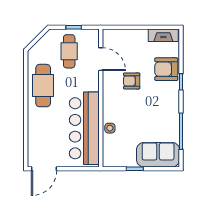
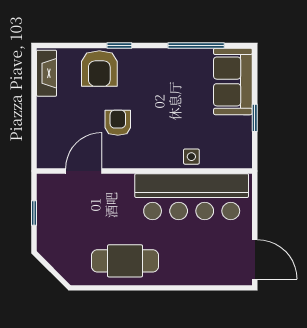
cafe table: (69, 51) -> (71, 220), removed
armchair: (132, 81) -> (118, 123), turned 180

